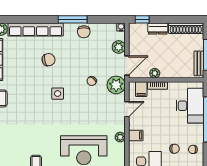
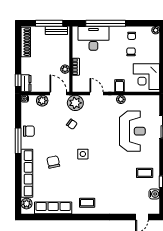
dresser: (158, 29) -> (26, 83), moved
filing cabinet: (141, 89) -> (79, 81), removed

